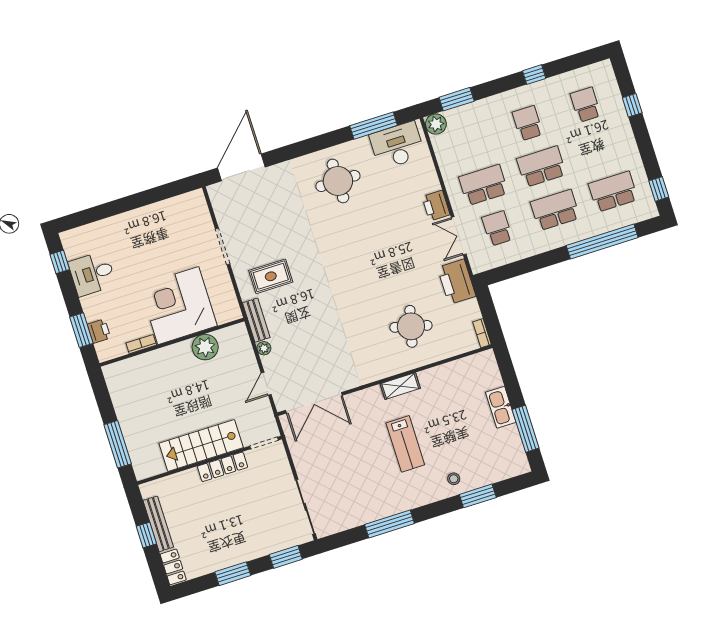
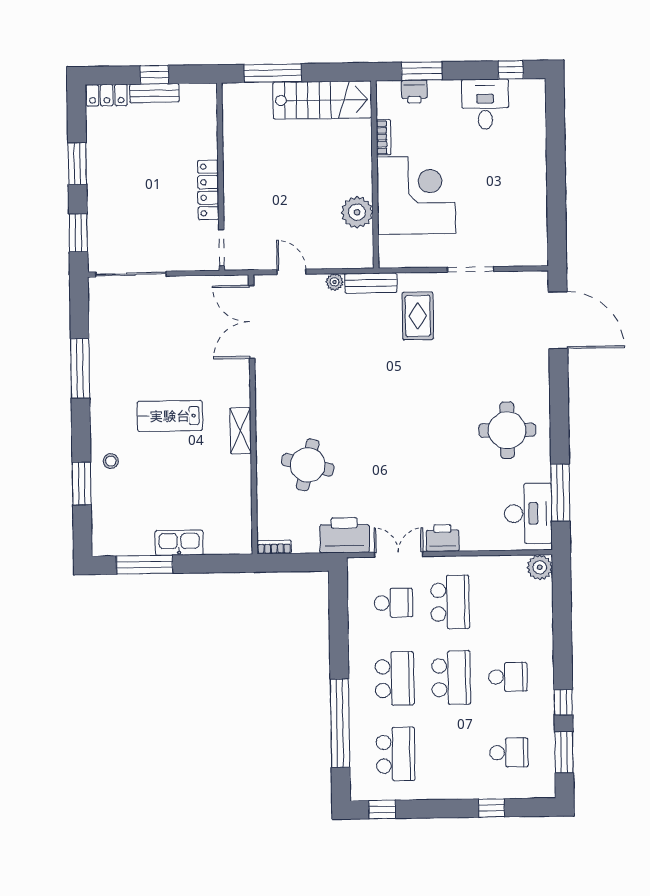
window: (457, 99) -> (564, 752), moved
stairs: (201, 445) -> (322, 100), moved, turned 90
bench: (158, 524) -> (154, 93), width x0.73

